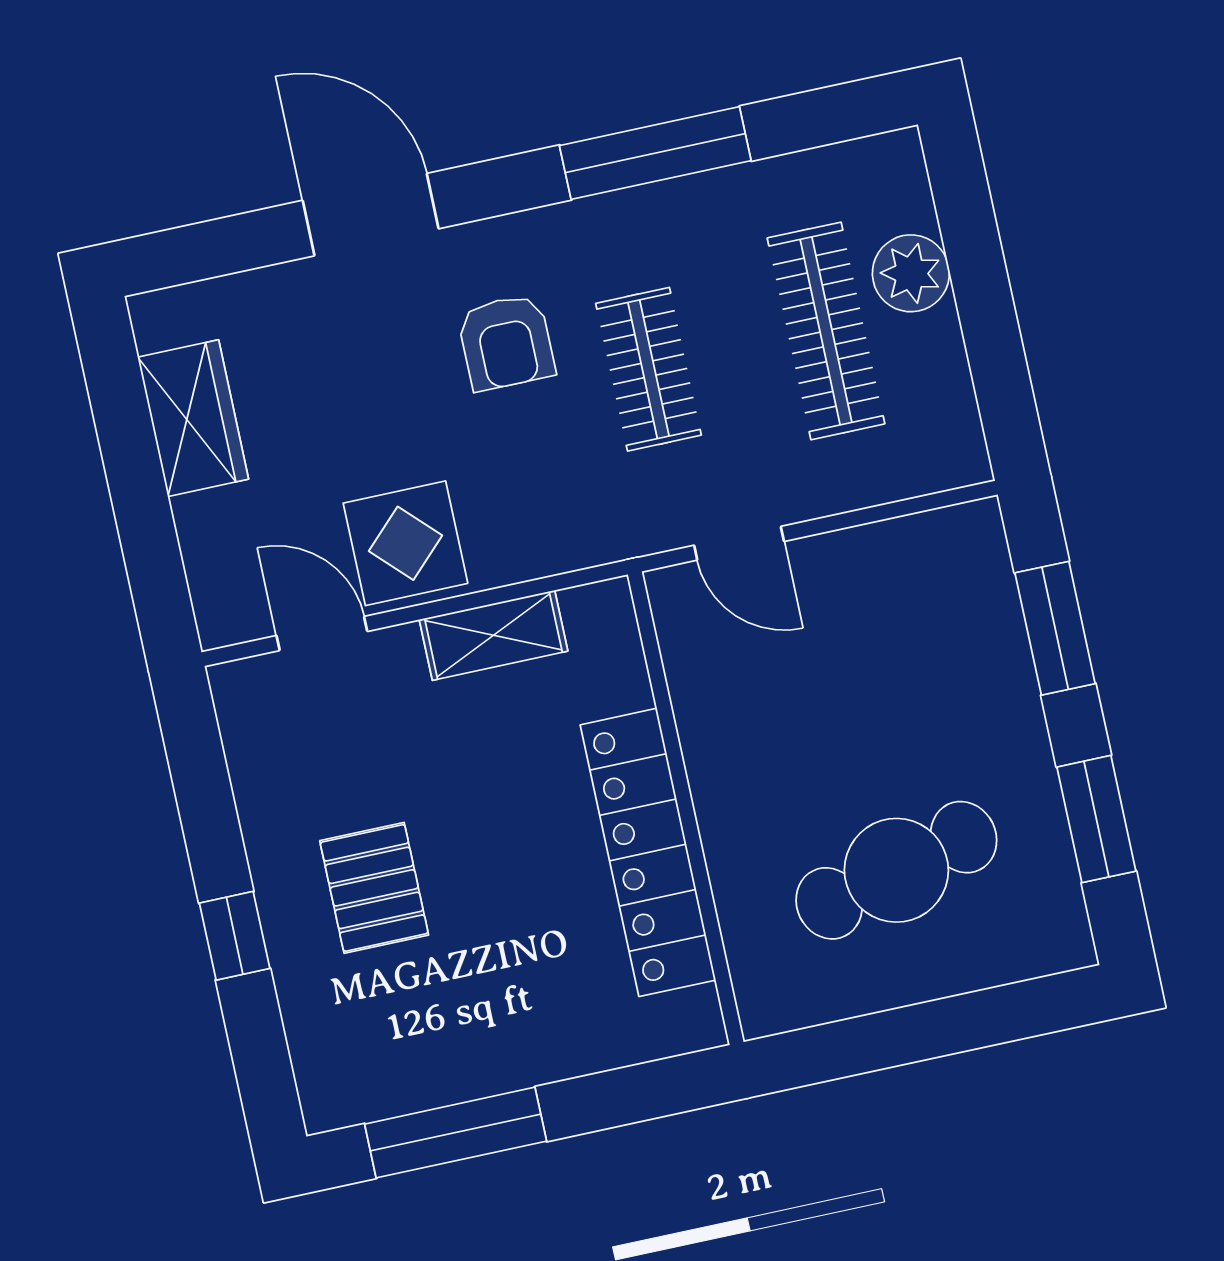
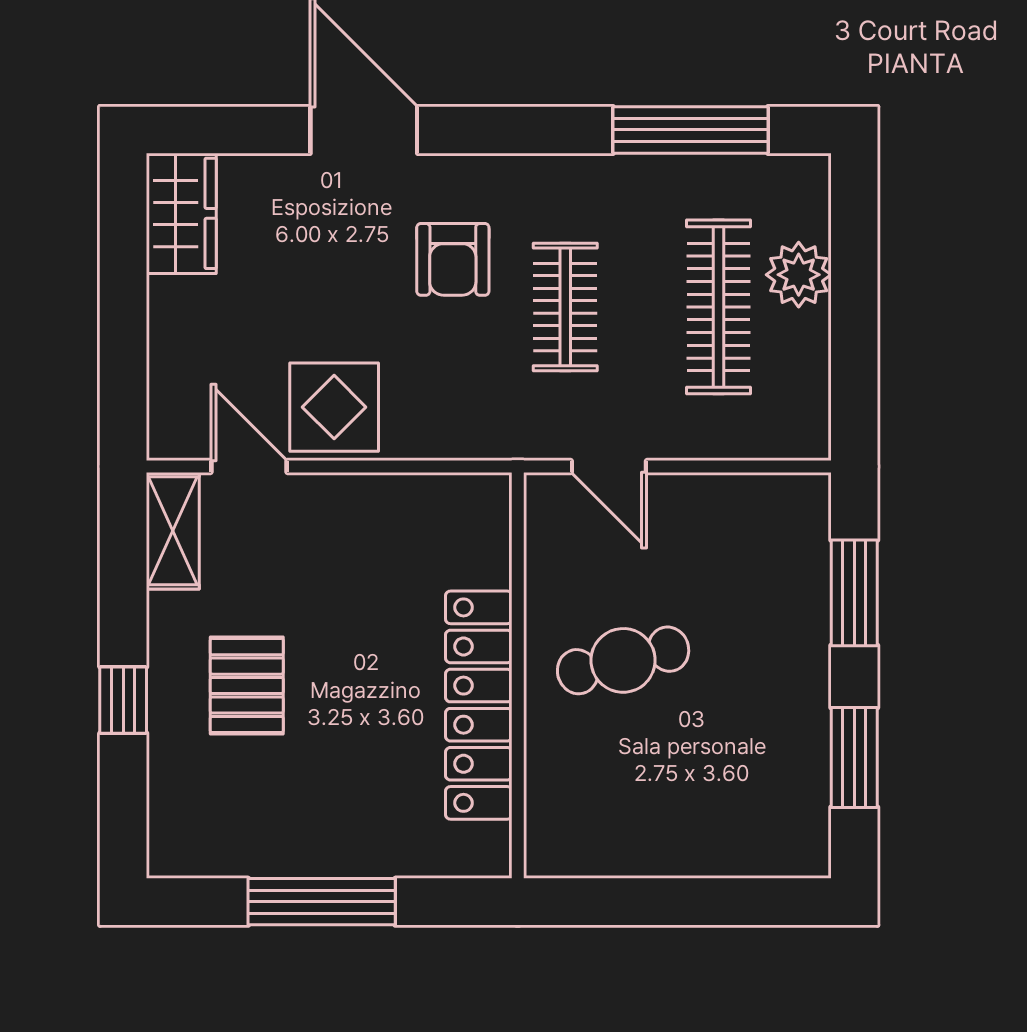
window: (655, 153) -> (690, 130), moved
wardrobe: (193, 418) -> (181, 213), moved
shelving: (493, 635) -> (173, 531), moved, turned 90
cafe table: (896, 870) -> (623, 660), moved, width x0.73, depth x0.74
window: (456, 1133) -> (322, 902), moved

